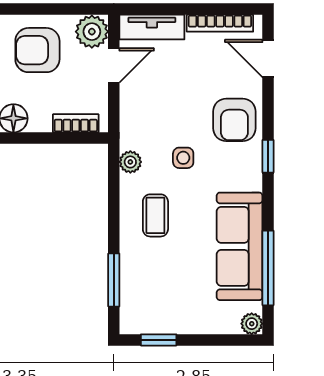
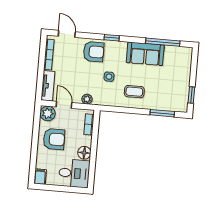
armchair: (37, 50) -> (54, 139), turned -90
door: (268, 58) -> (67, 34), swing flipped
plant: (130, 162) -> (87, 99), moved
sofa: (240, 246) -> (145, 54), width x0.73
plant: (252, 324) -> (188, 52), removed

